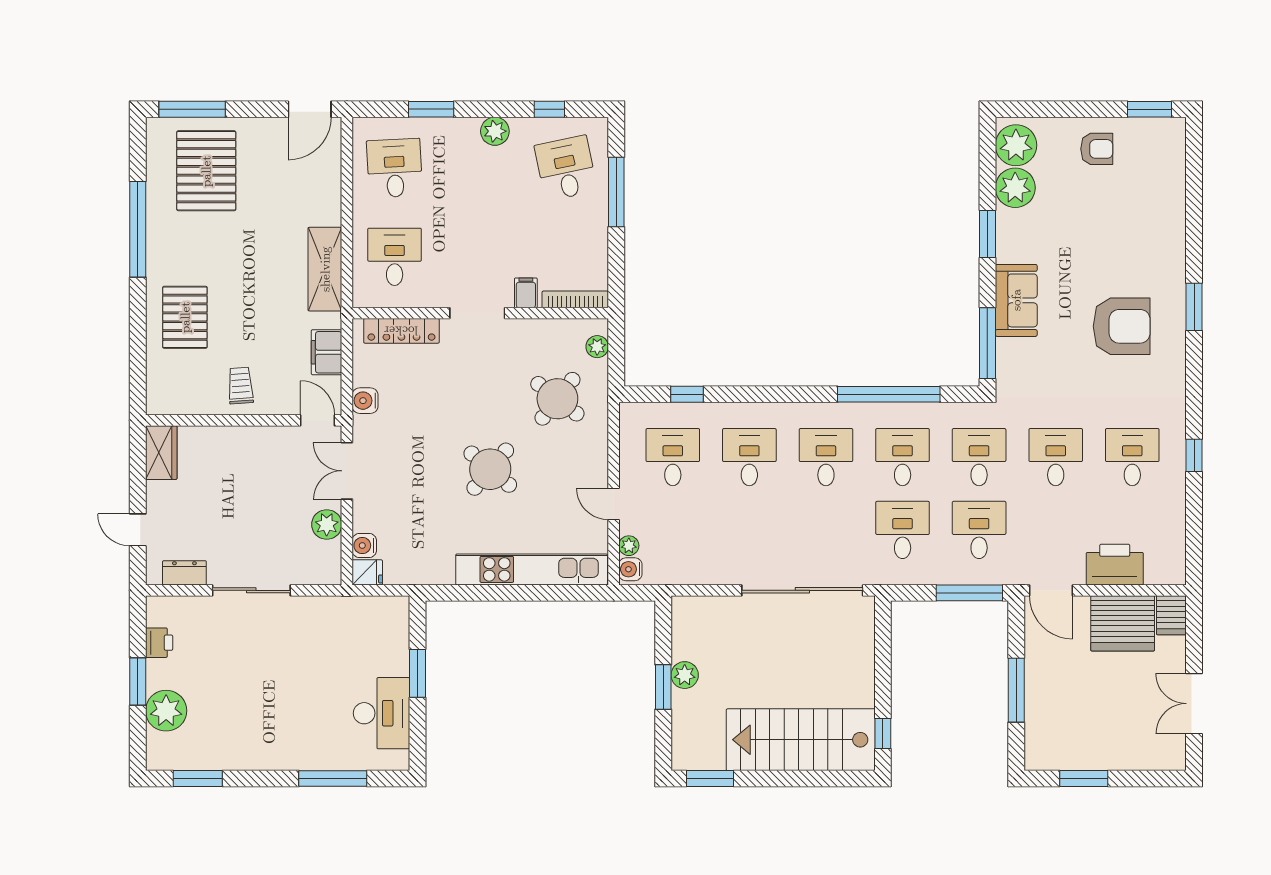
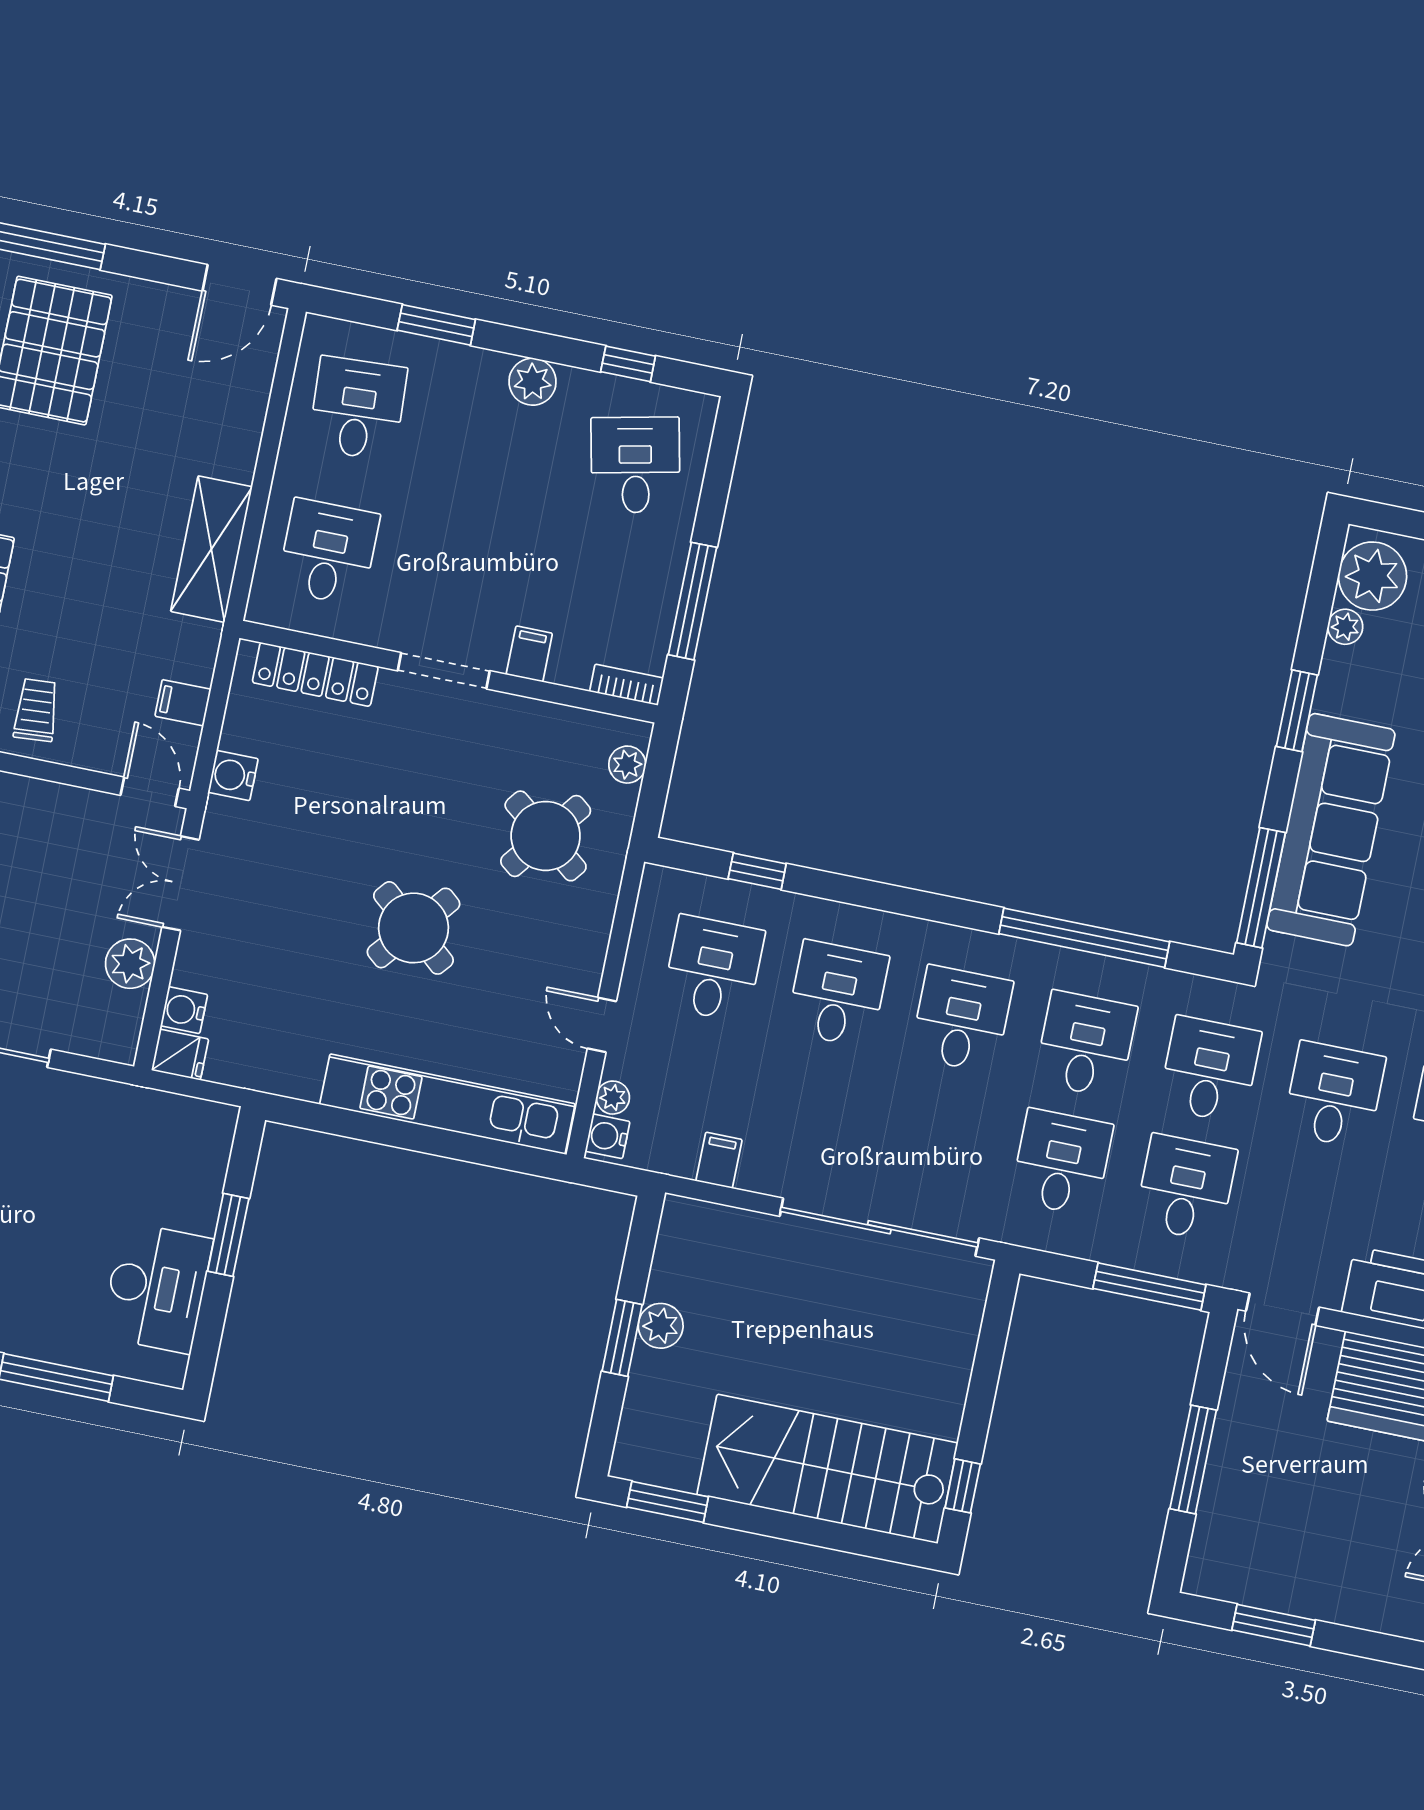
plant: (1015, 188) -> (1345, 627), width x0.53, depth x0.53
window: (616, 192) -> (693, 601), moved
bookcase: (575, 299) -> (627, 685), width x0.64
sofa: (1016, 300) -> (1331, 830), width x1.85, depth x1.27
filing cabinet: (327, 352) -> (183, 703), width x0.50
filing cabinet: (699, 570) -> (719, 1160), added

